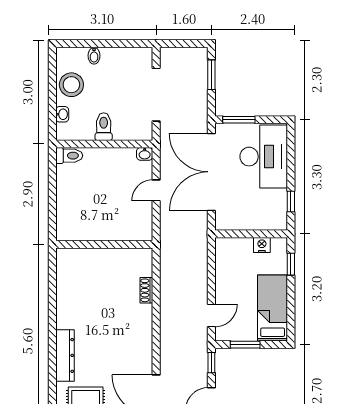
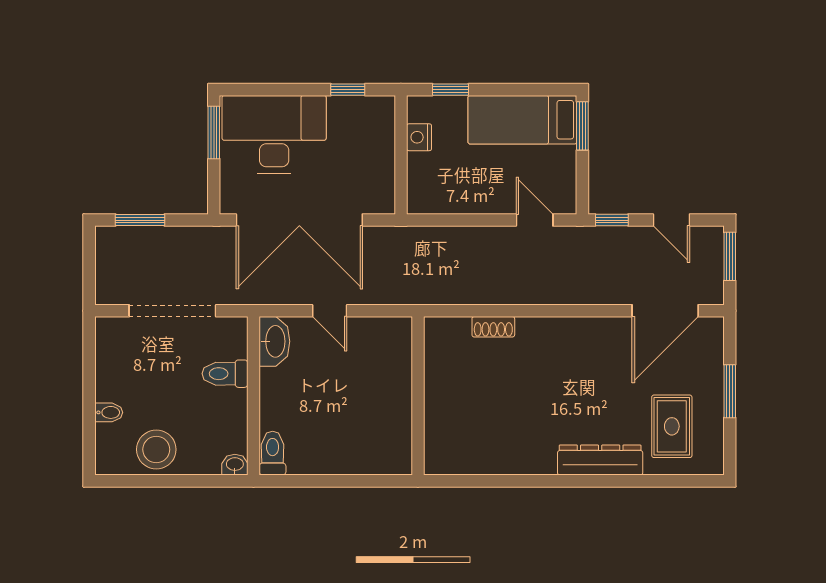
washbasin: (62, 114) -> (235, 465), moved
window: (239, 120) -> (214, 133), moved
toilet: (104, 127) -> (225, 374), moved
washbasin: (145, 154) -> (274, 341), width x1.91, depth x1.45
window: (245, 345) -> (582, 126), moved

